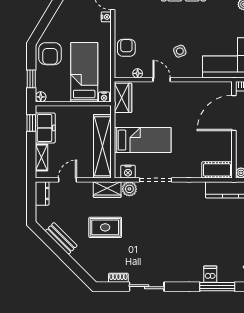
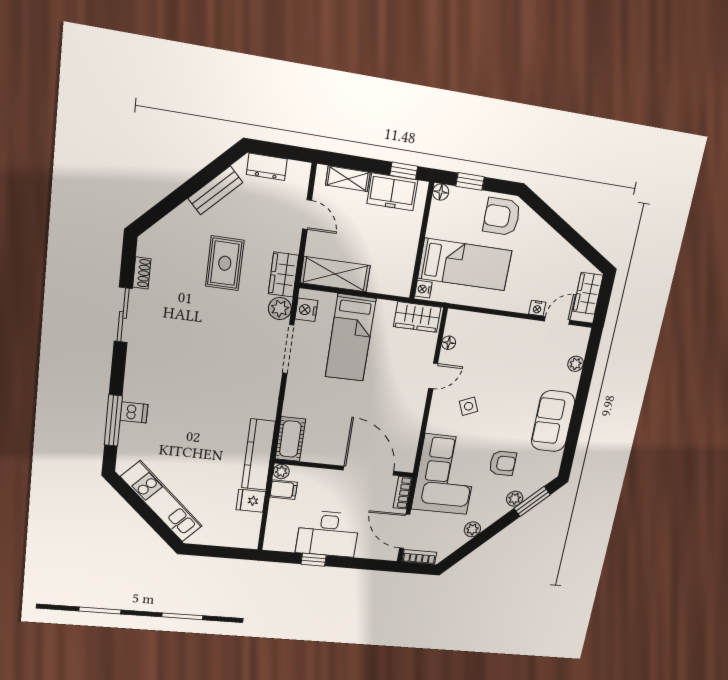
armchair: (126, 48) -> (503, 463), moved
shelving: (102, 146) -> (335, 274), width x0.68
dresser: (42, 193) -> (267, 167), moved

